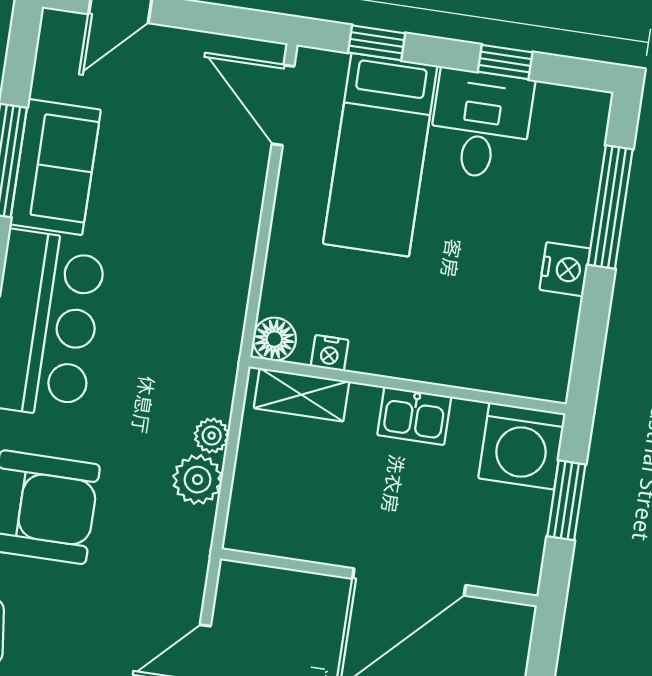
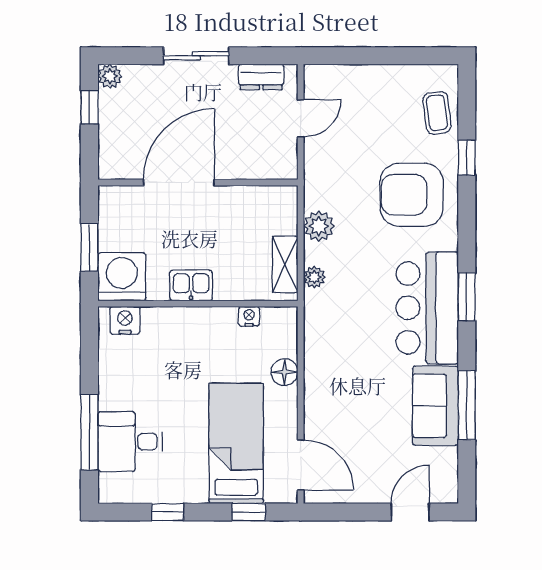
desk: (481, 124) -> (130, 442), moved, turned 90
nightstand: (565, 269) -> (125, 320), moved, turned 90
floor lamp: (274, 339) -> (284, 372), moved
shelving: (302, 395) -> (285, 264), moved, turned 90
plant: (212, 436) -> (314, 277), moved

